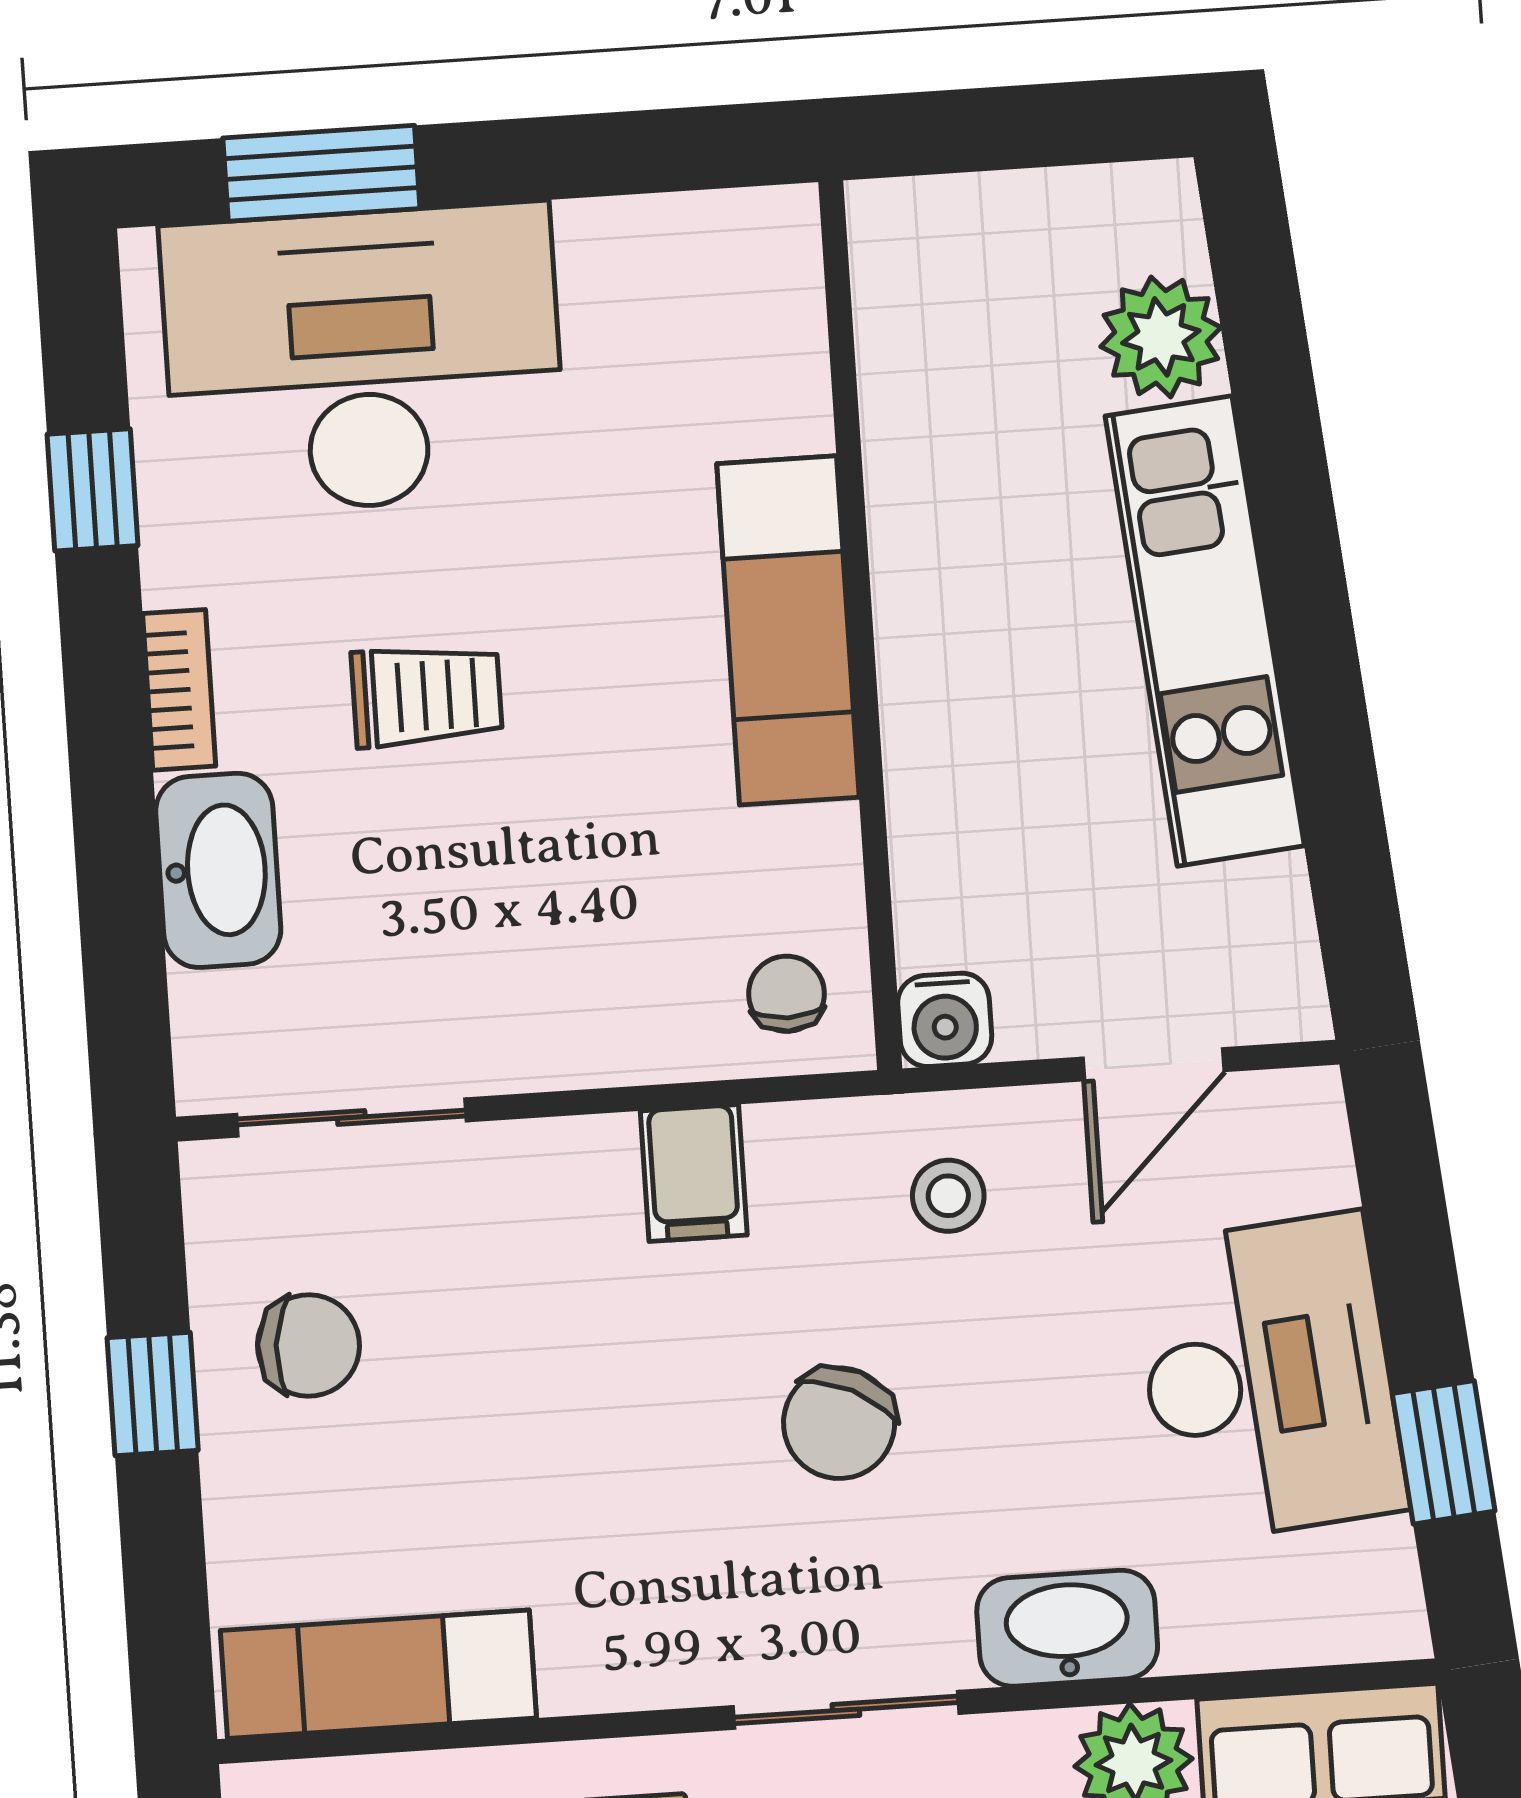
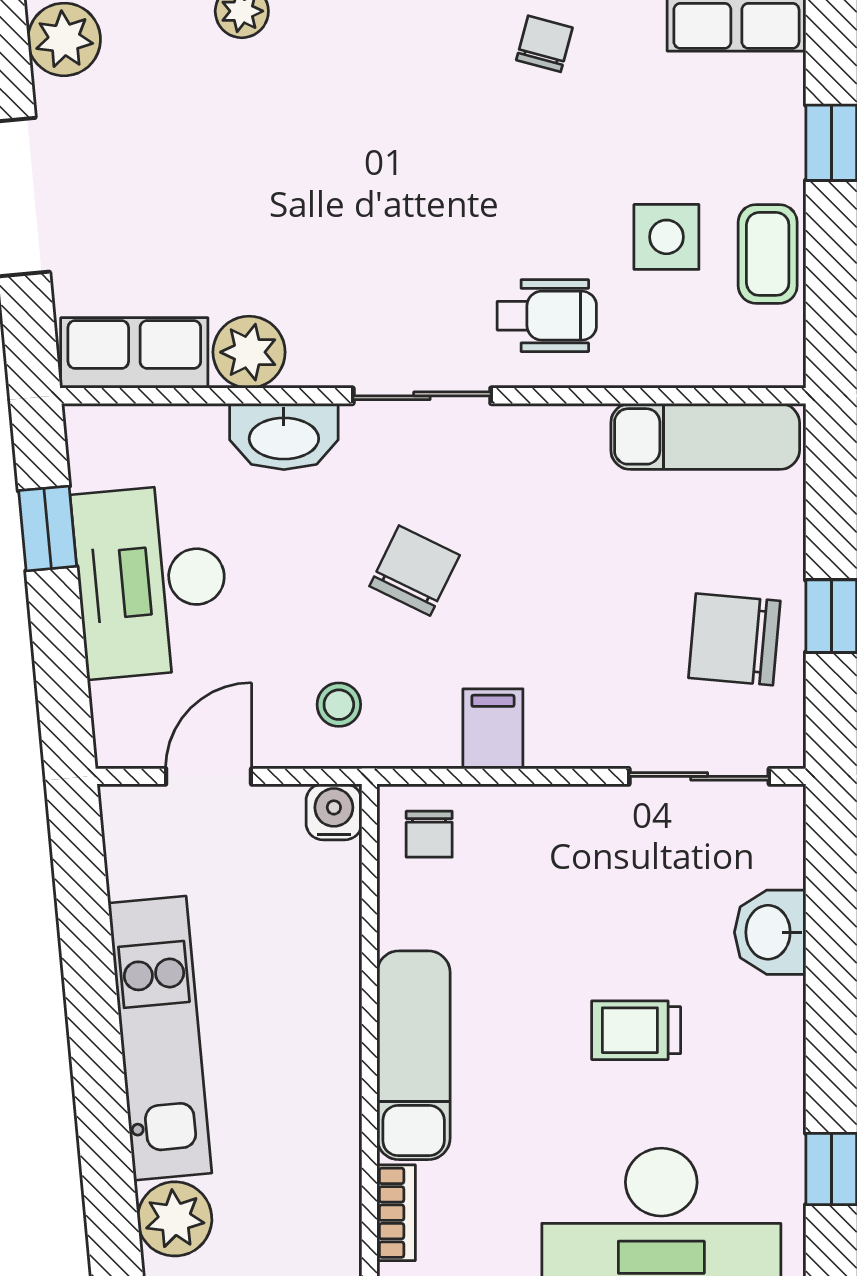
bookcase: (179, 690) -> (396, 1213), moved, turned 180
washbasin: (218, 870) -> (770, 932), width x0.72
chair: (309, 1345) -> (734, 639), width x1.37, depth x1.37

